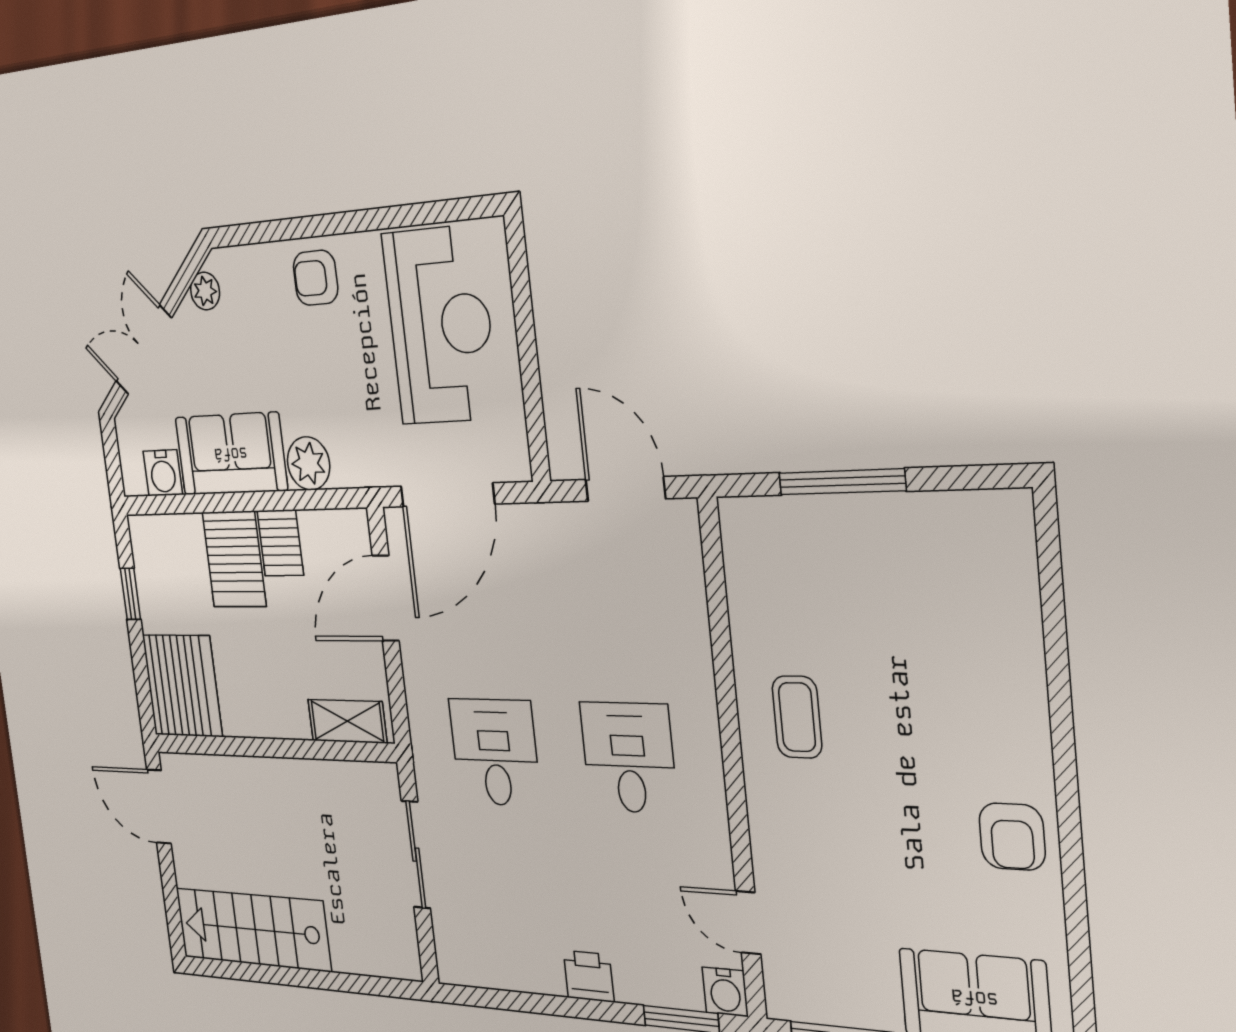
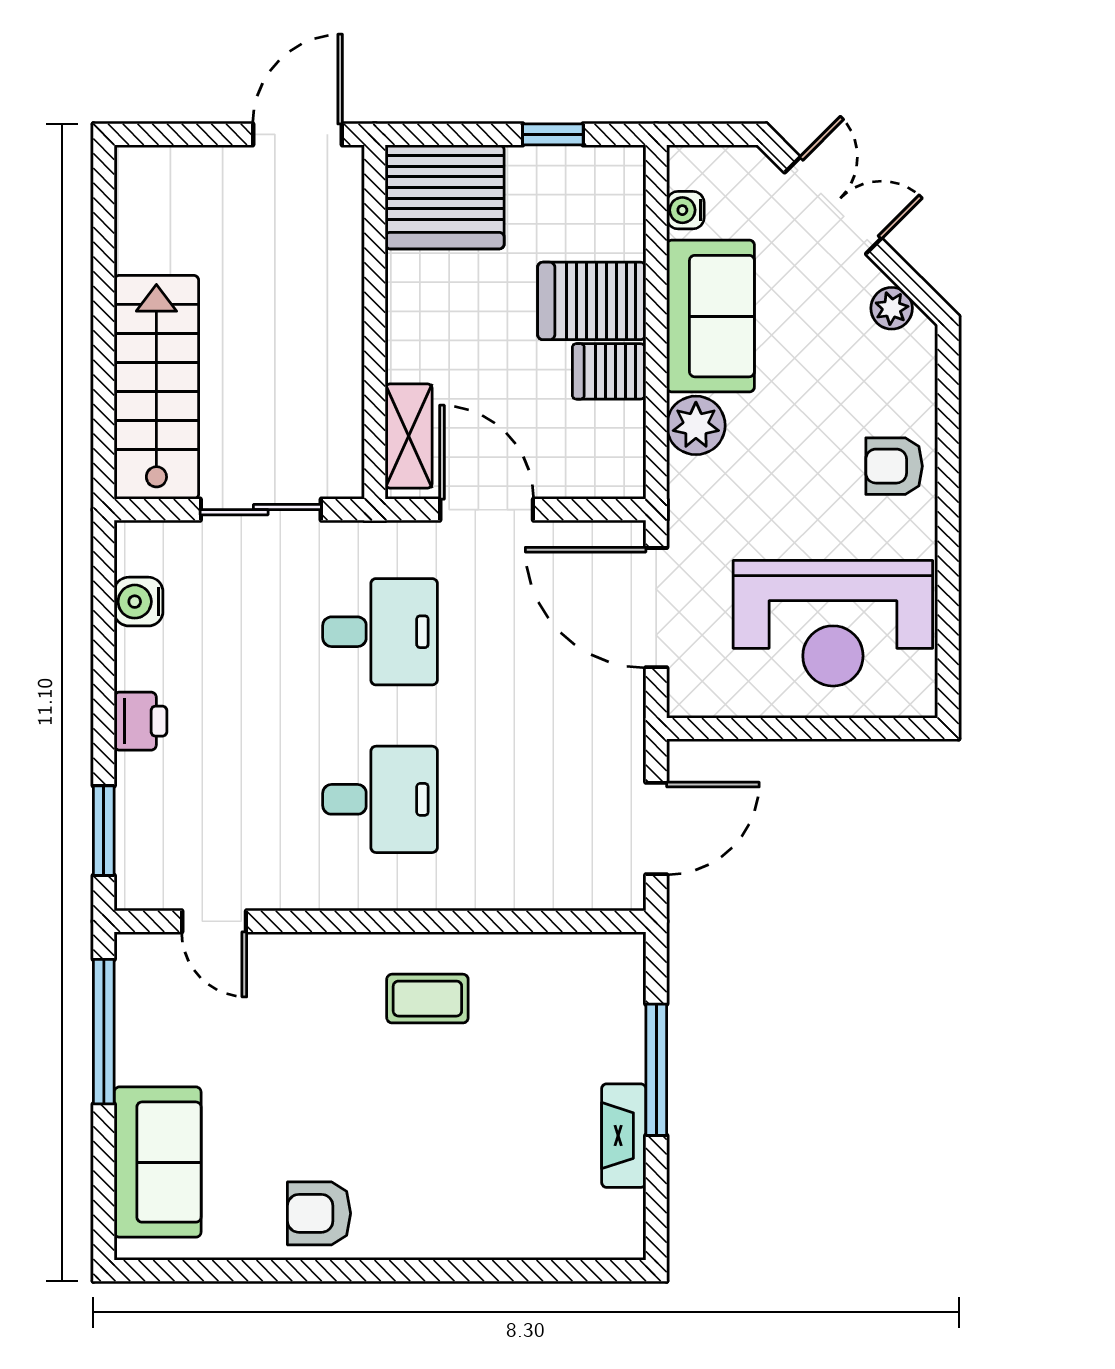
armchair: (316, 278) -> (894, 466), turned -90
water cooler: (163, 473) -> (685, 210), width x0.72, depth x0.72
fireplace: (909, 514) -> (624, 1136), added
door: (386, 598) -> (487, 510), moved
door: (748, 923) -> (214, 921), swing flipped
stairs: (252, 929) -> (156, 387), moved
water cooler: (725, 992) -> (139, 602), moved

